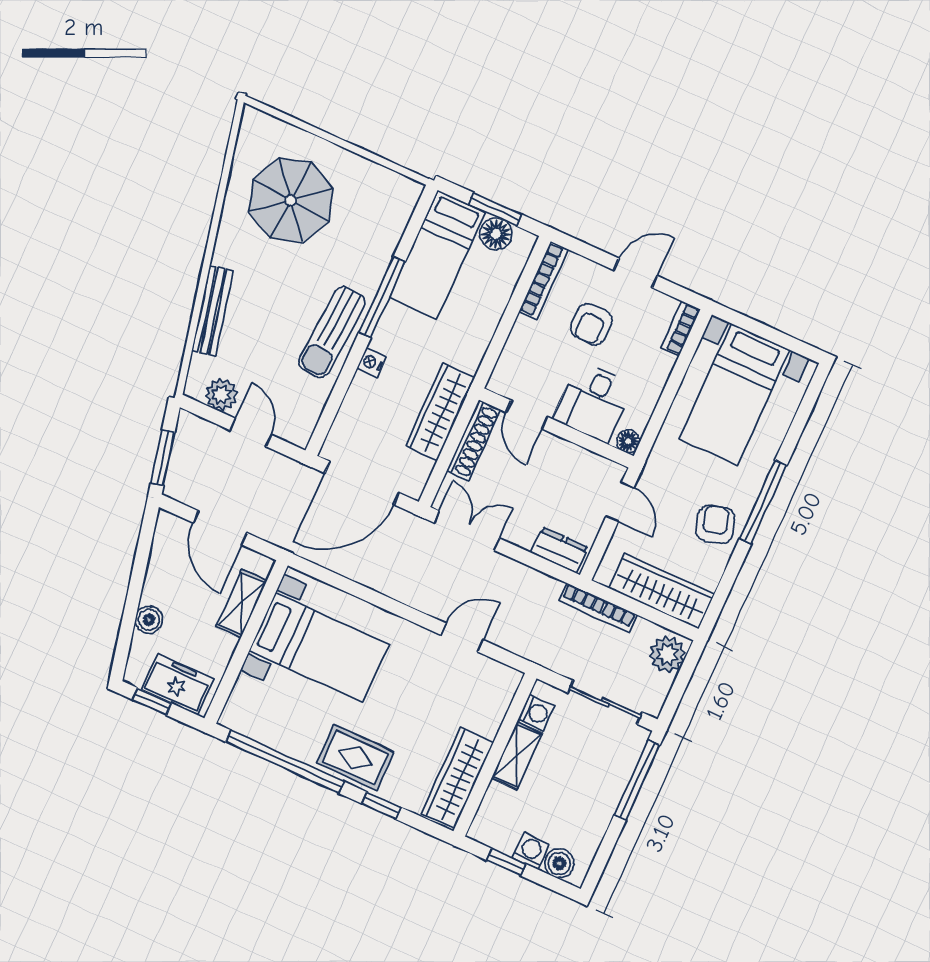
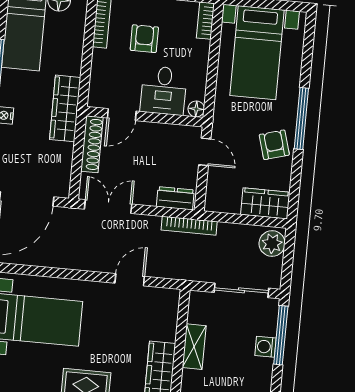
armchair: (591, 324) -> (144, 39), turned 180
wardrobe: (440, 412) -> (65, 108), moved
door: (527, 415) -> (122, 115), hinge flipped
wardrobe: (662, 591) -> (265, 203), width x0.67
bookcase: (598, 608) -> (189, 226), moved
washing machine: (536, 712) -> (265, 347), moved, turned 180

